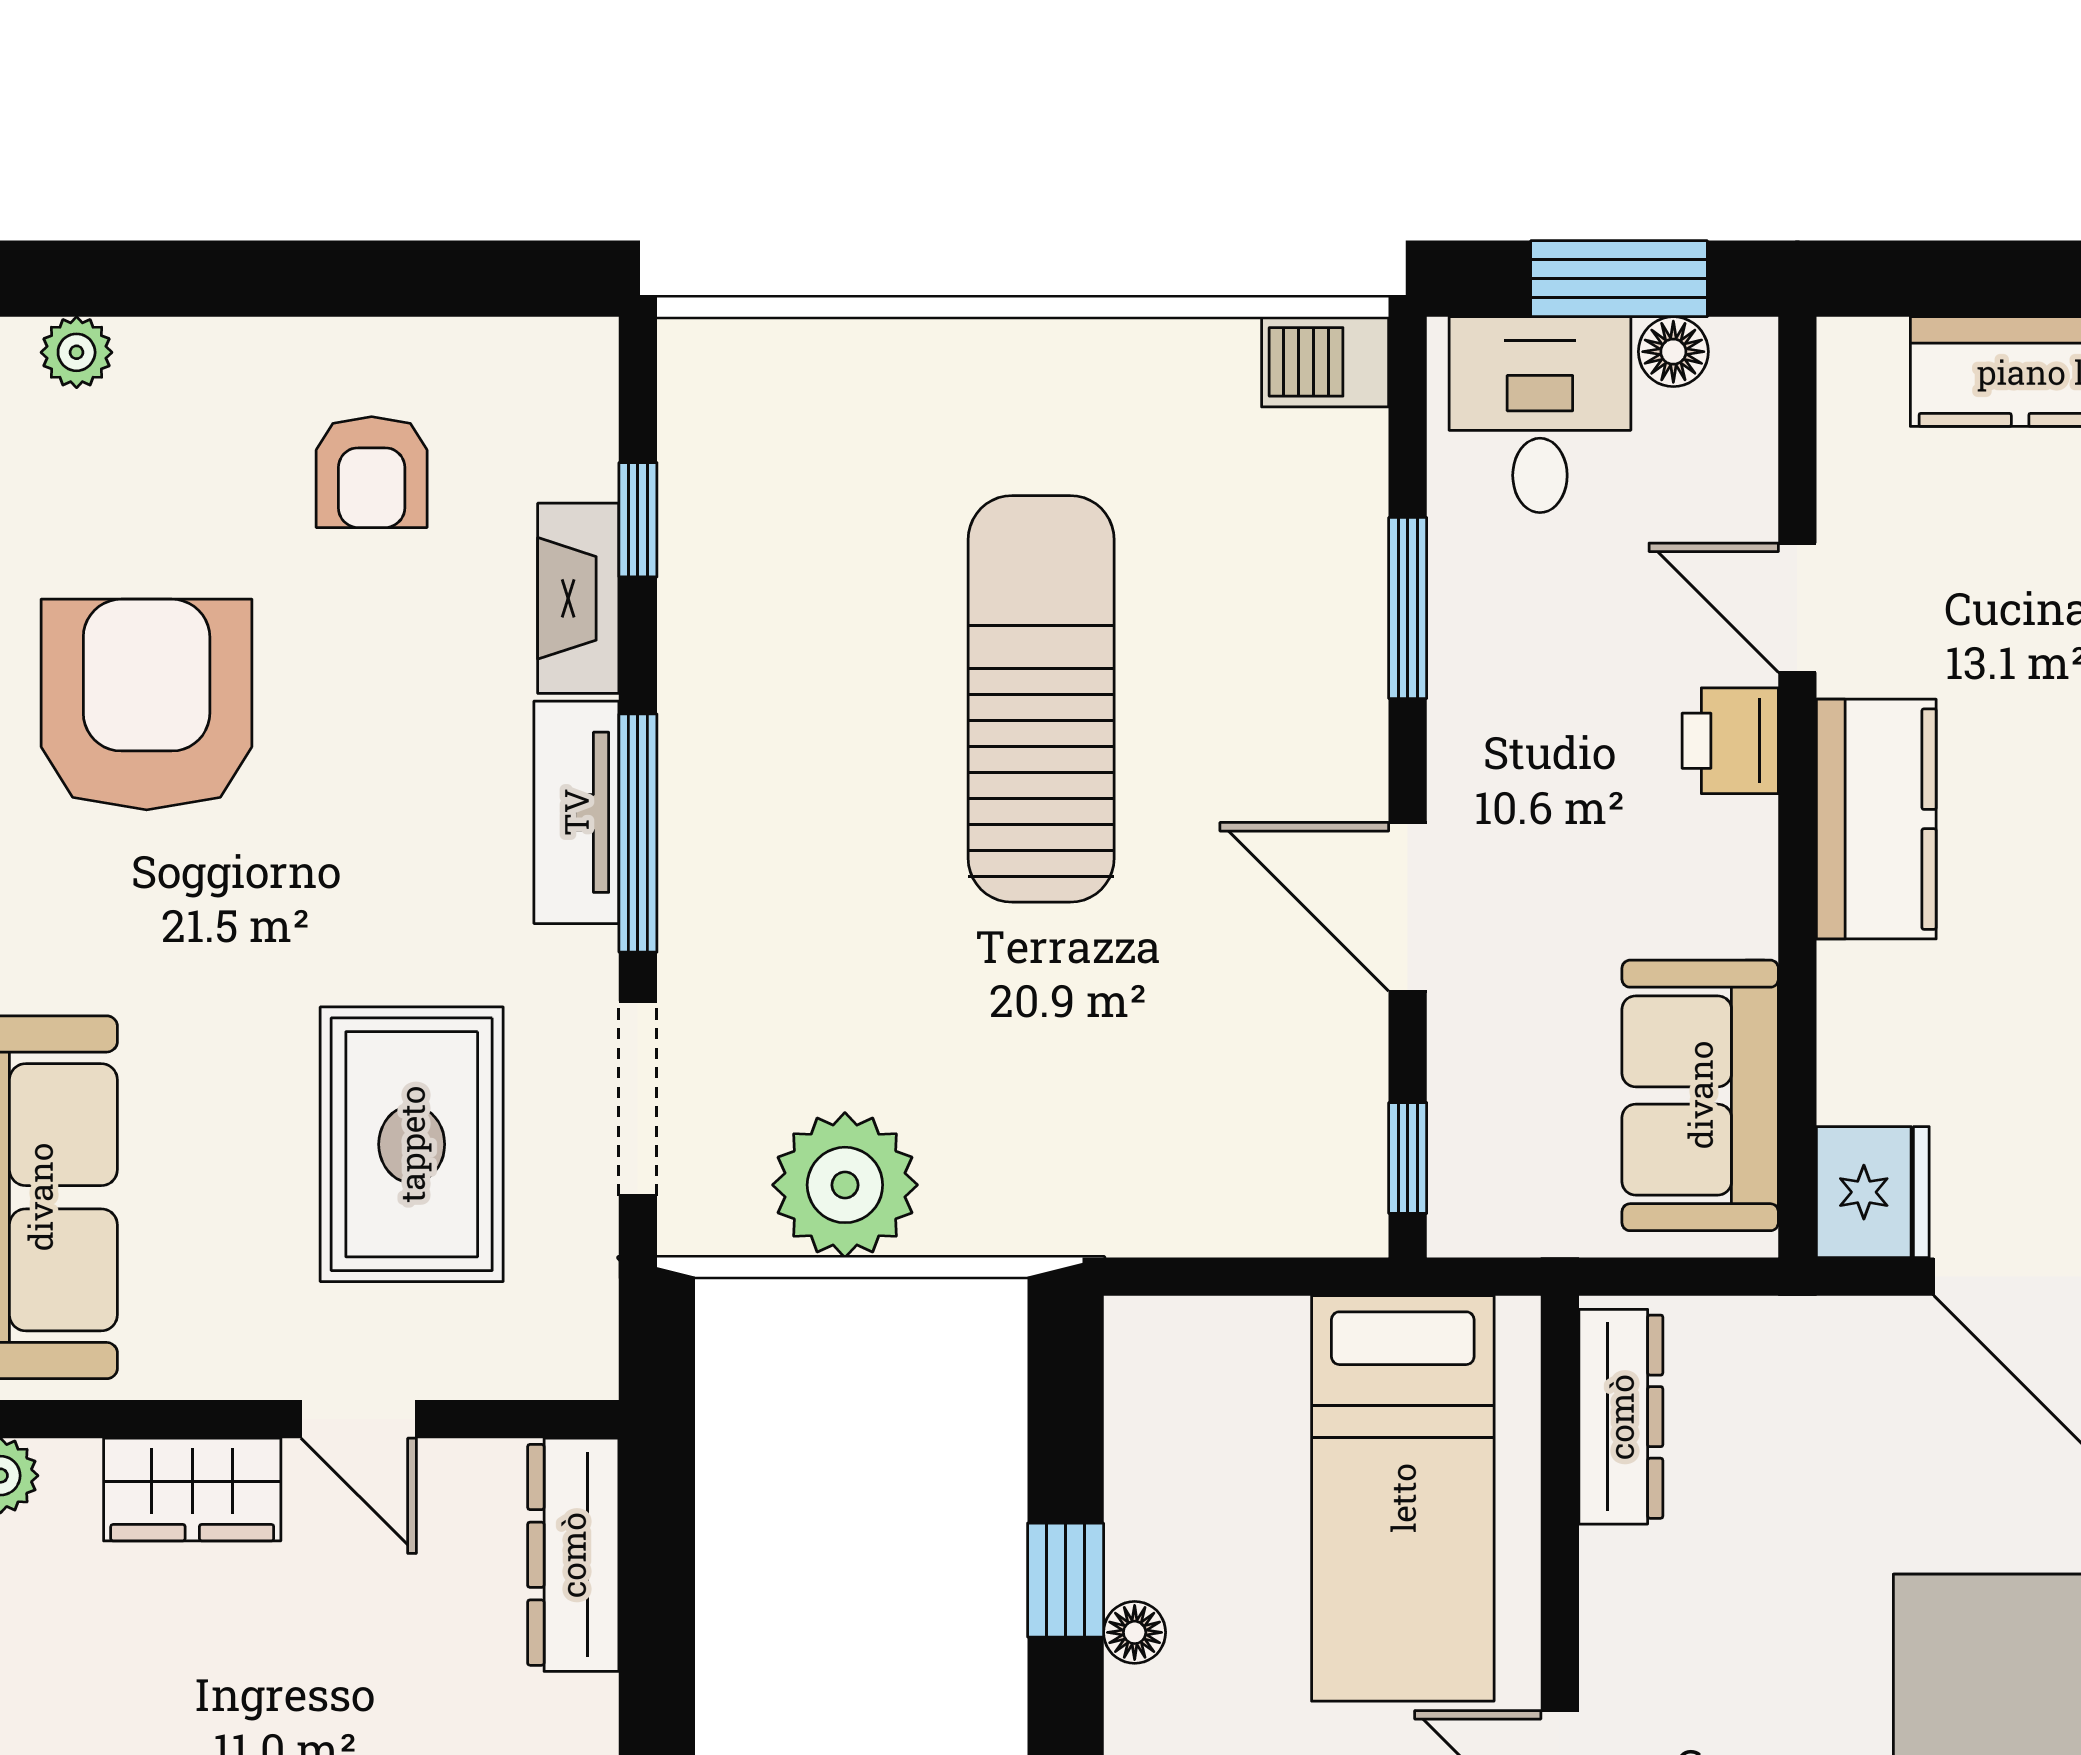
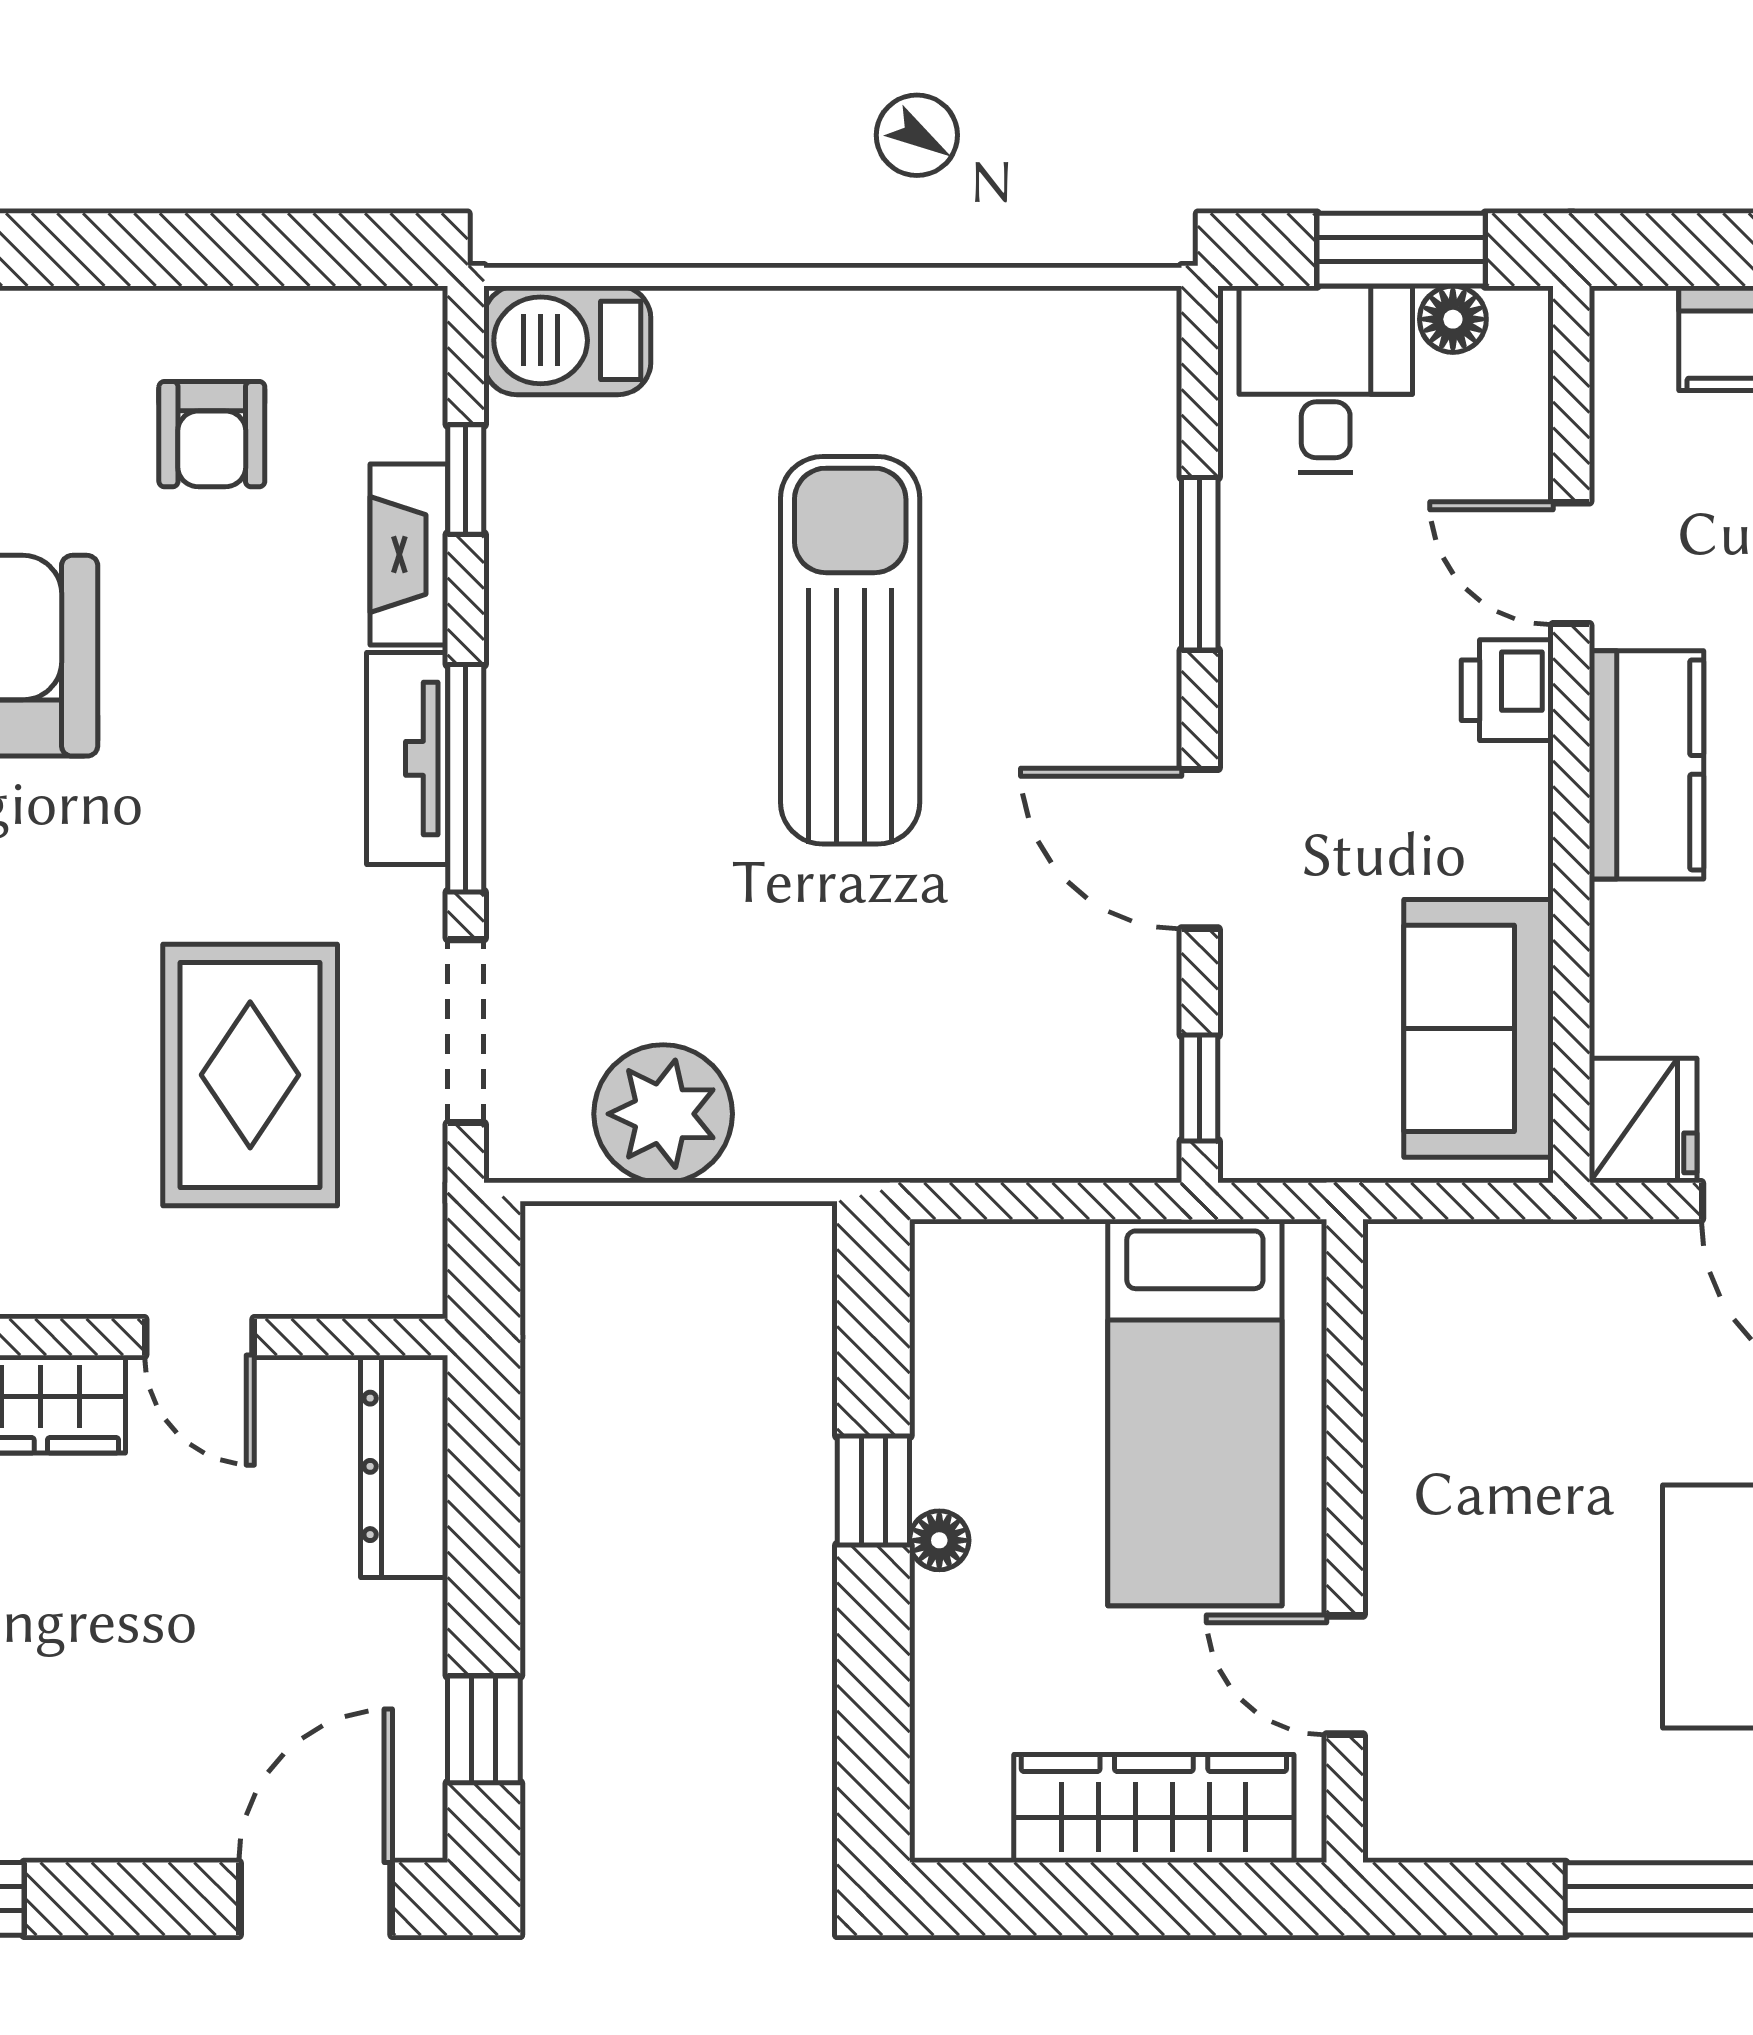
barbecue: (1325, 362) -> (567, 340), moved, width x1.38, depth x1.27
dresser: (1621, 1417) -> (1403, 1335), removed

